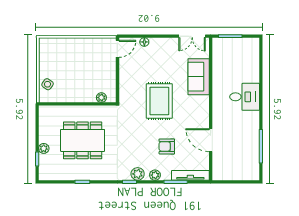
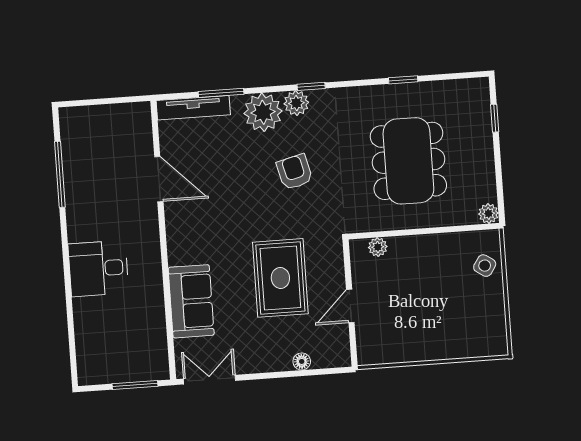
door: (117, 49) -> (350, 306), moved
rug: (159, 101) -> (280, 278), moved
dining table: (83, 140) -> (408, 161), turned 90
armchair: (167, 146) -> (294, 172), moved, turned -104
plant: (44, 148) -> (488, 214), moved
plant: (155, 175) -> (263, 112), width x1.88, depth x1.88

